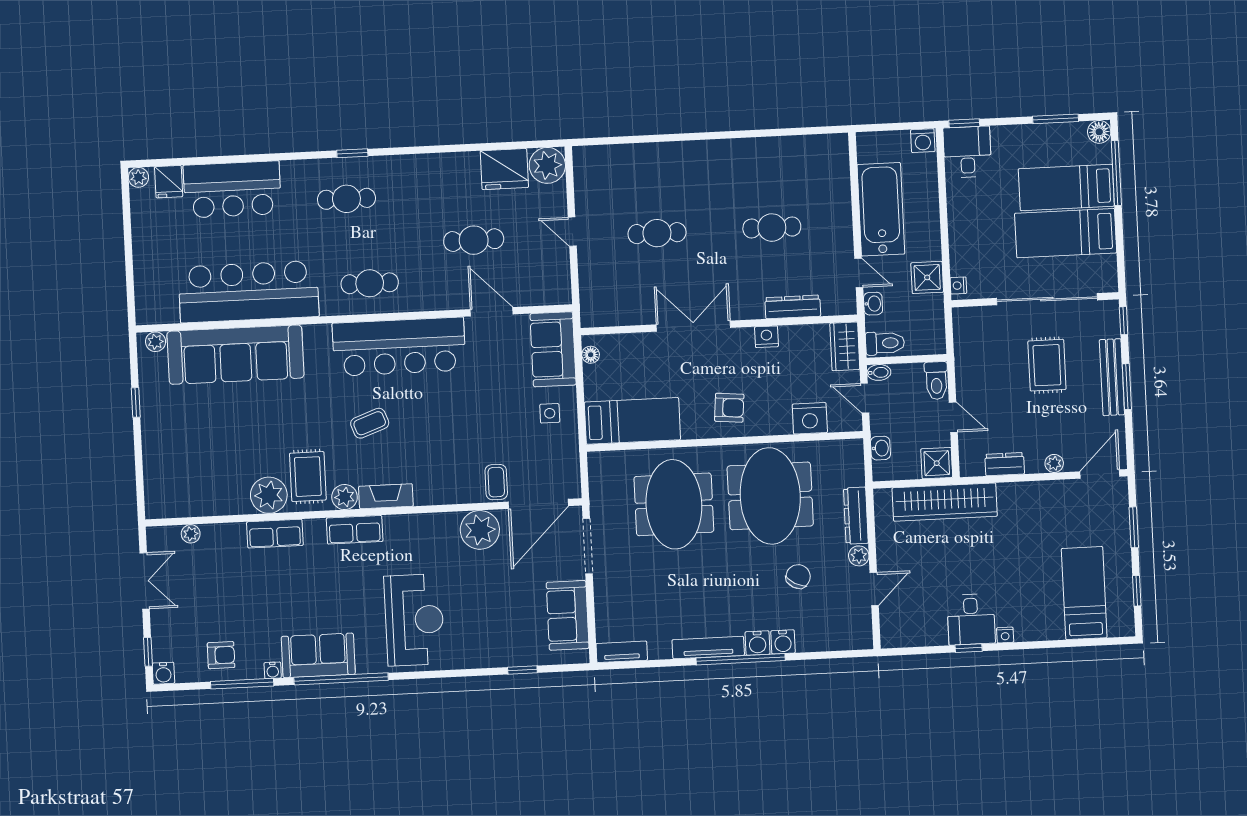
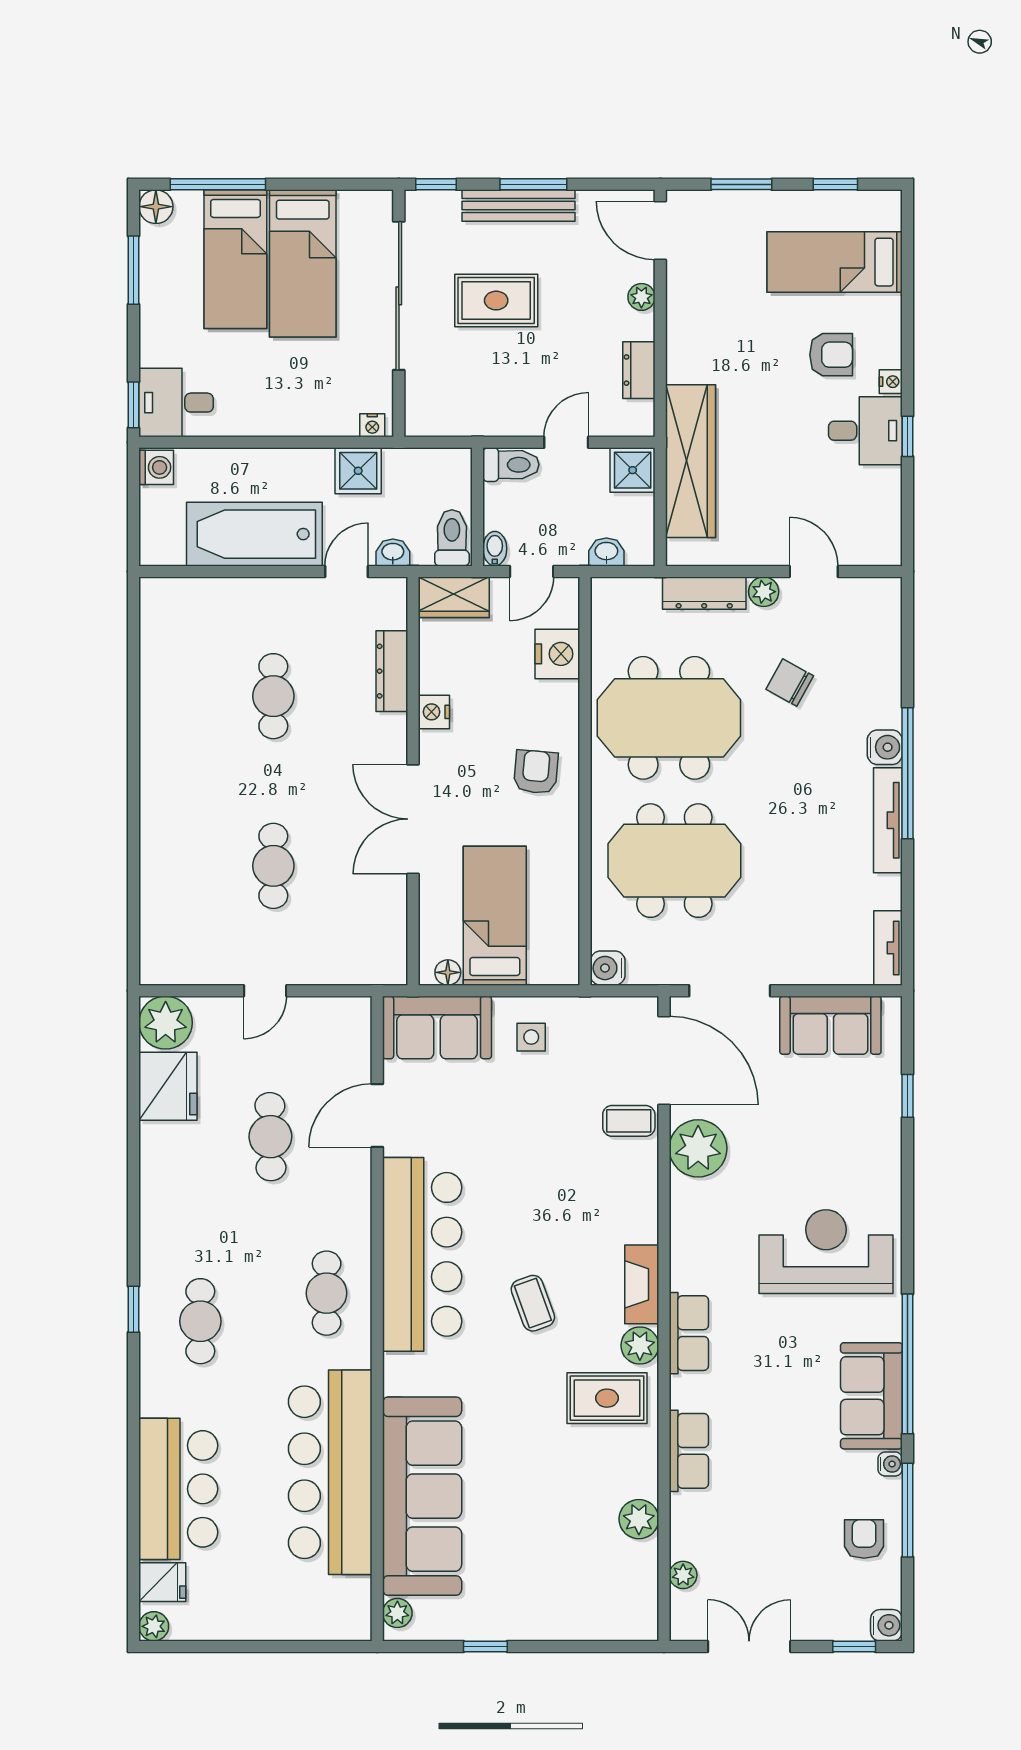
bed: (632, 421) -> (495, 916), moved
plant: (269, 495) -> (639, 1519), moved, width x0.73, depth x0.73
armchair: (1021, 594) -> (831, 355), added
water cooler: (783, 642) -> (608, 968), moved, turned 180

